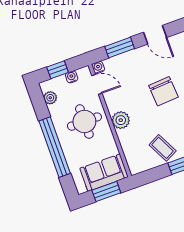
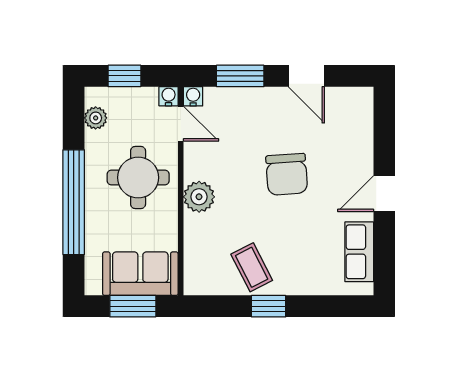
water cooler: (72, 77) -> (169, 96), moved

